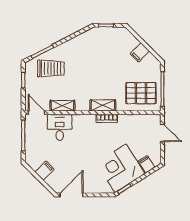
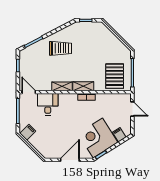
filing cabinet: (140, 52) -> (114, 43), removed
trolley: (51, 68) -> (61, 48), moved
pallet: (141, 93) -> (115, 76), turned 90
shelving: (62, 106) -> (62, 86), moved
filing cabinet: (45, 171) -> (28, 132), moved
door: (72, 195) -> (70, 160), moved

